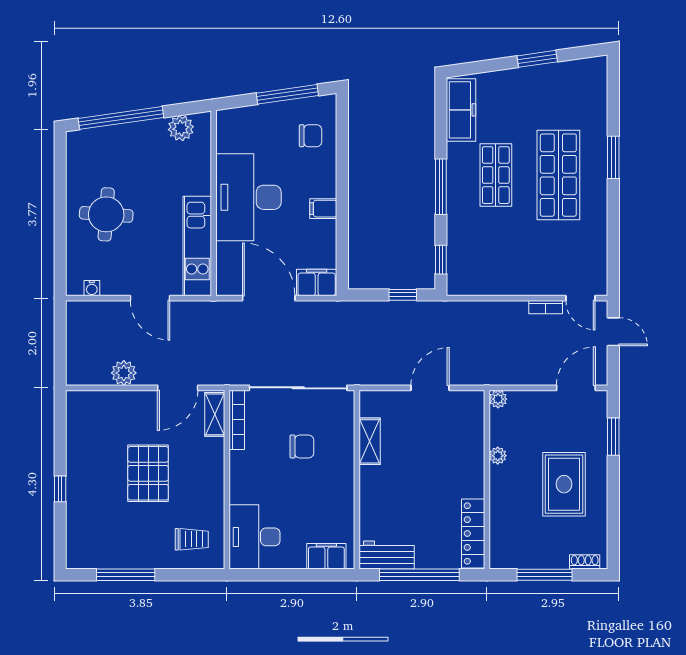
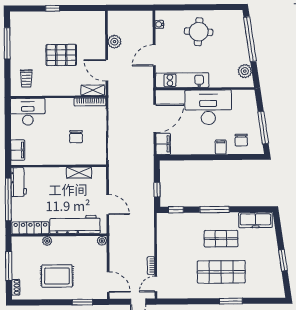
filing cabinet: (323, 209) -> (221, 147), moved
workbench: (467, 450) -> (75, 225), added
plant: (498, 456) -> (47, 241), moved

